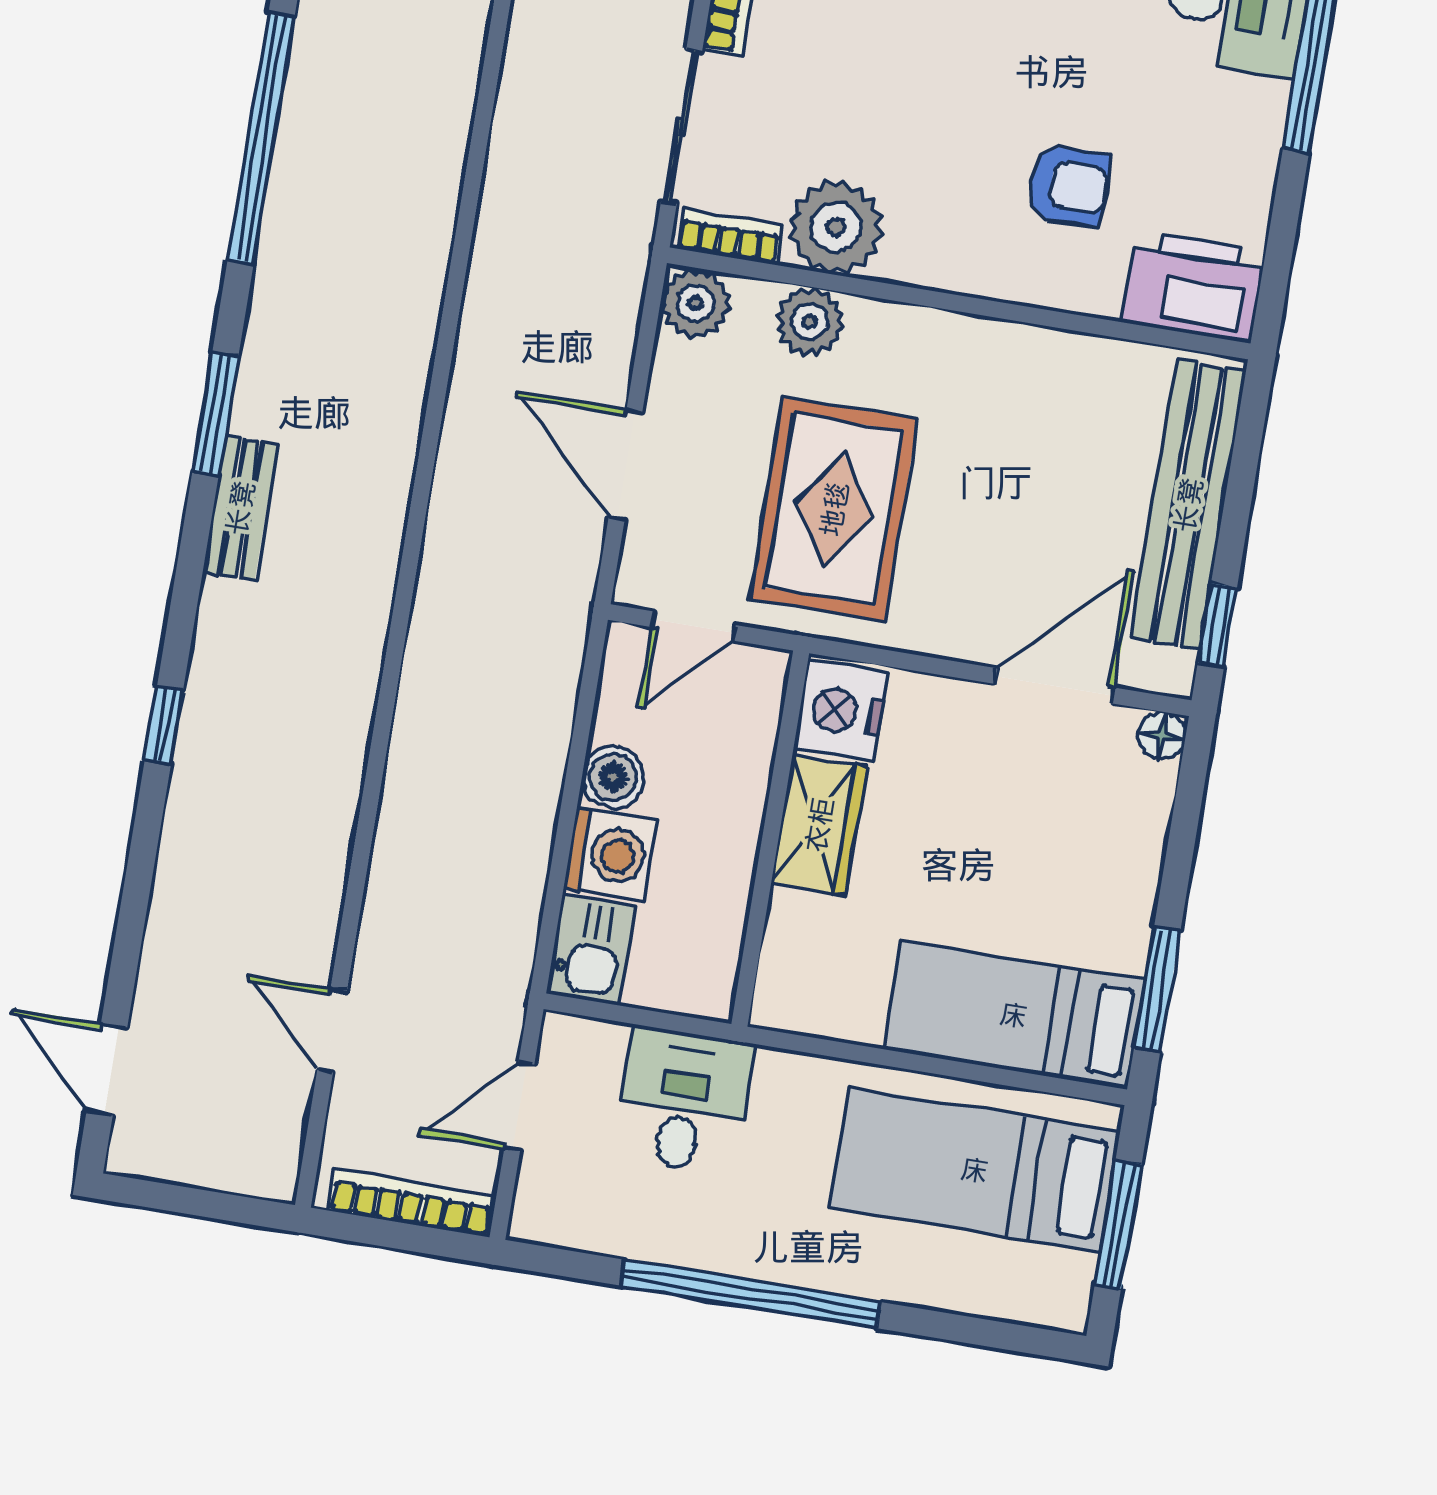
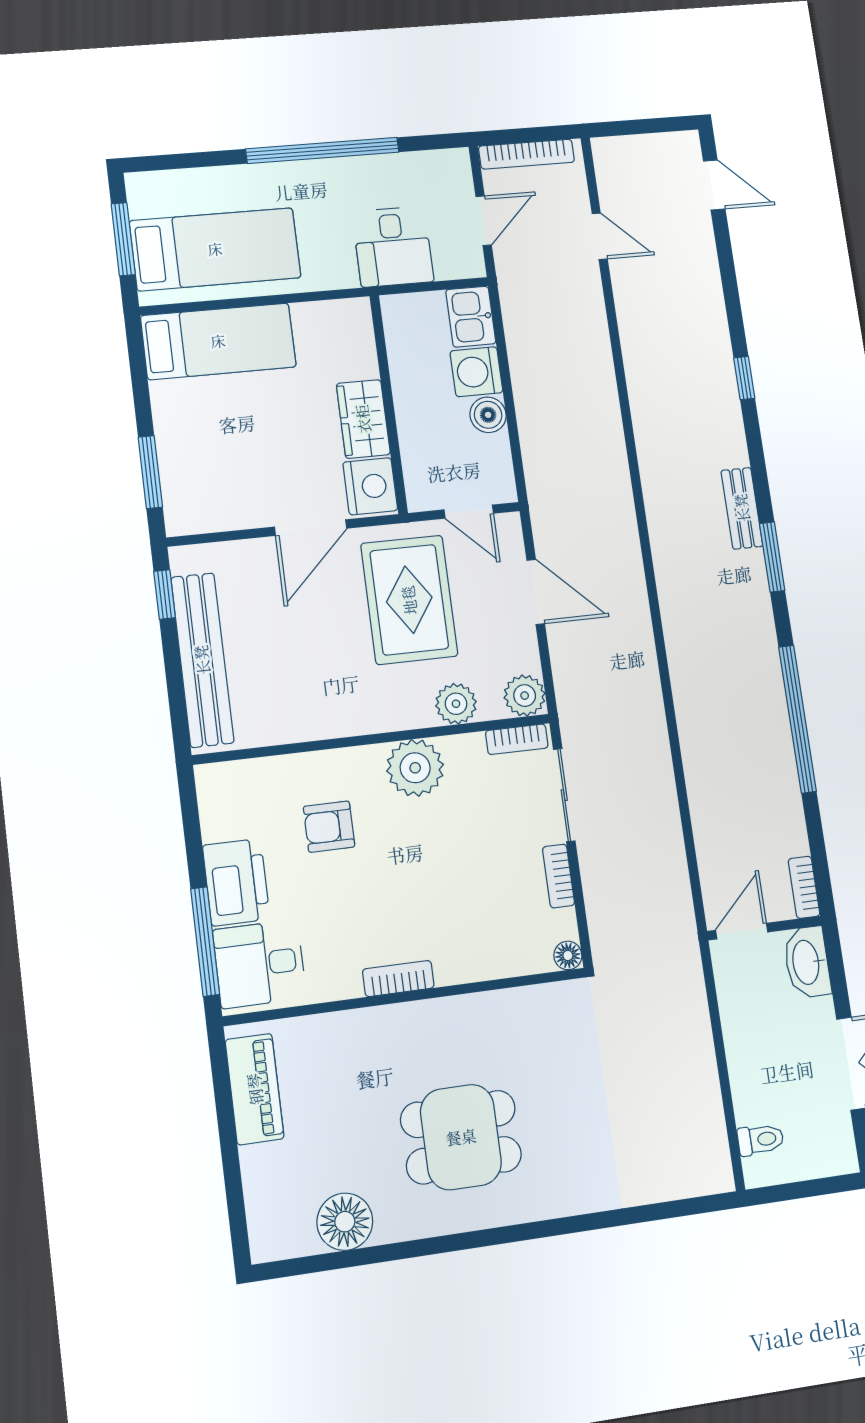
plant: (836, 227) -> (415, 768), moved
printer: (1194, 287) -> (236, 882), moved, turned -90
door: (694, 626) -> (469, 512), swing flipped
door: (1055, 686) -> (311, 528), moved
floor lamp: (1162, 736) -> (179, 522), removed
window: (1157, 989) -> (150, 472), moved

